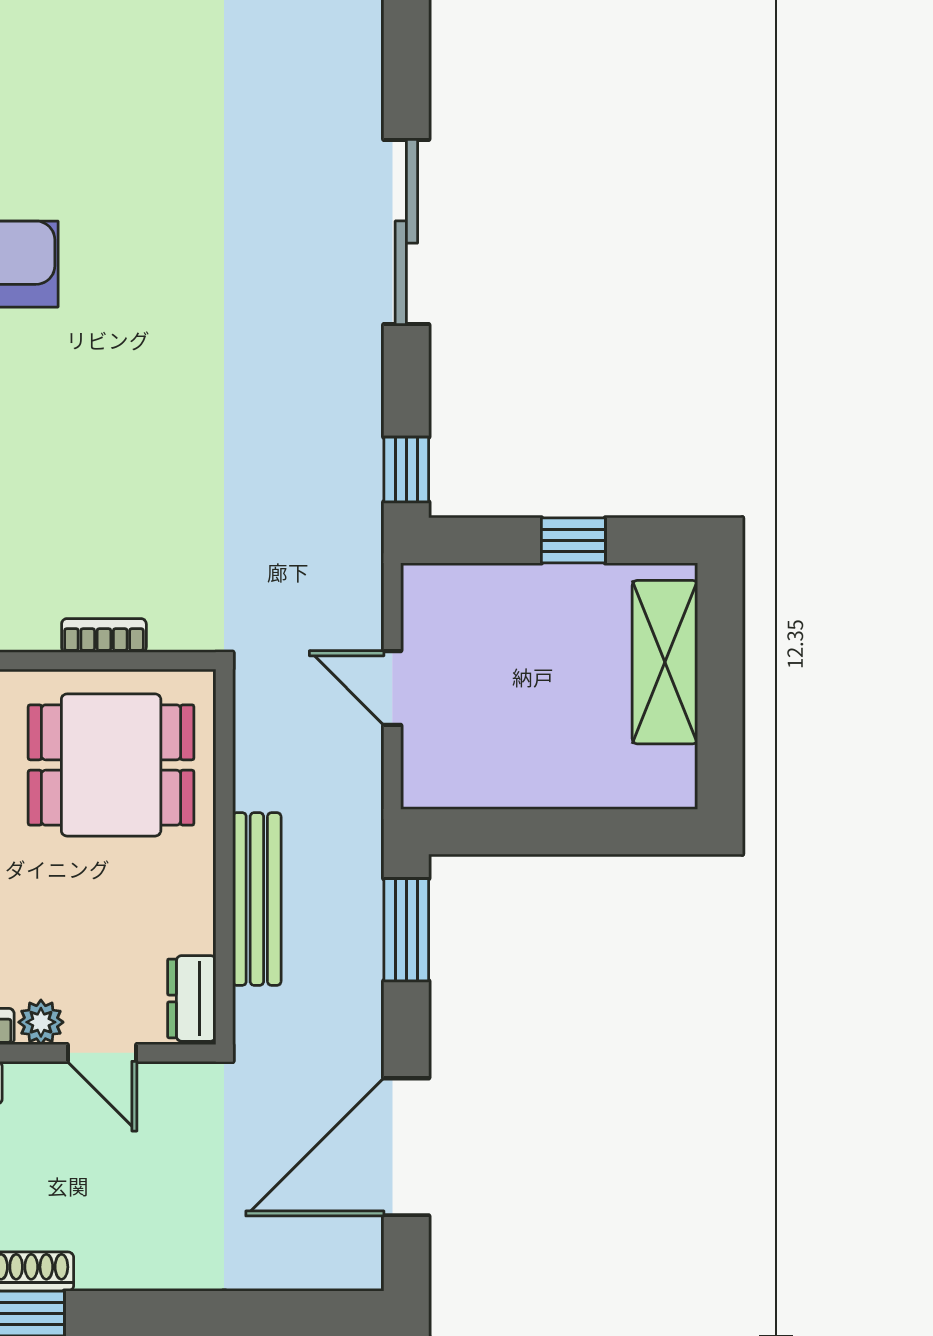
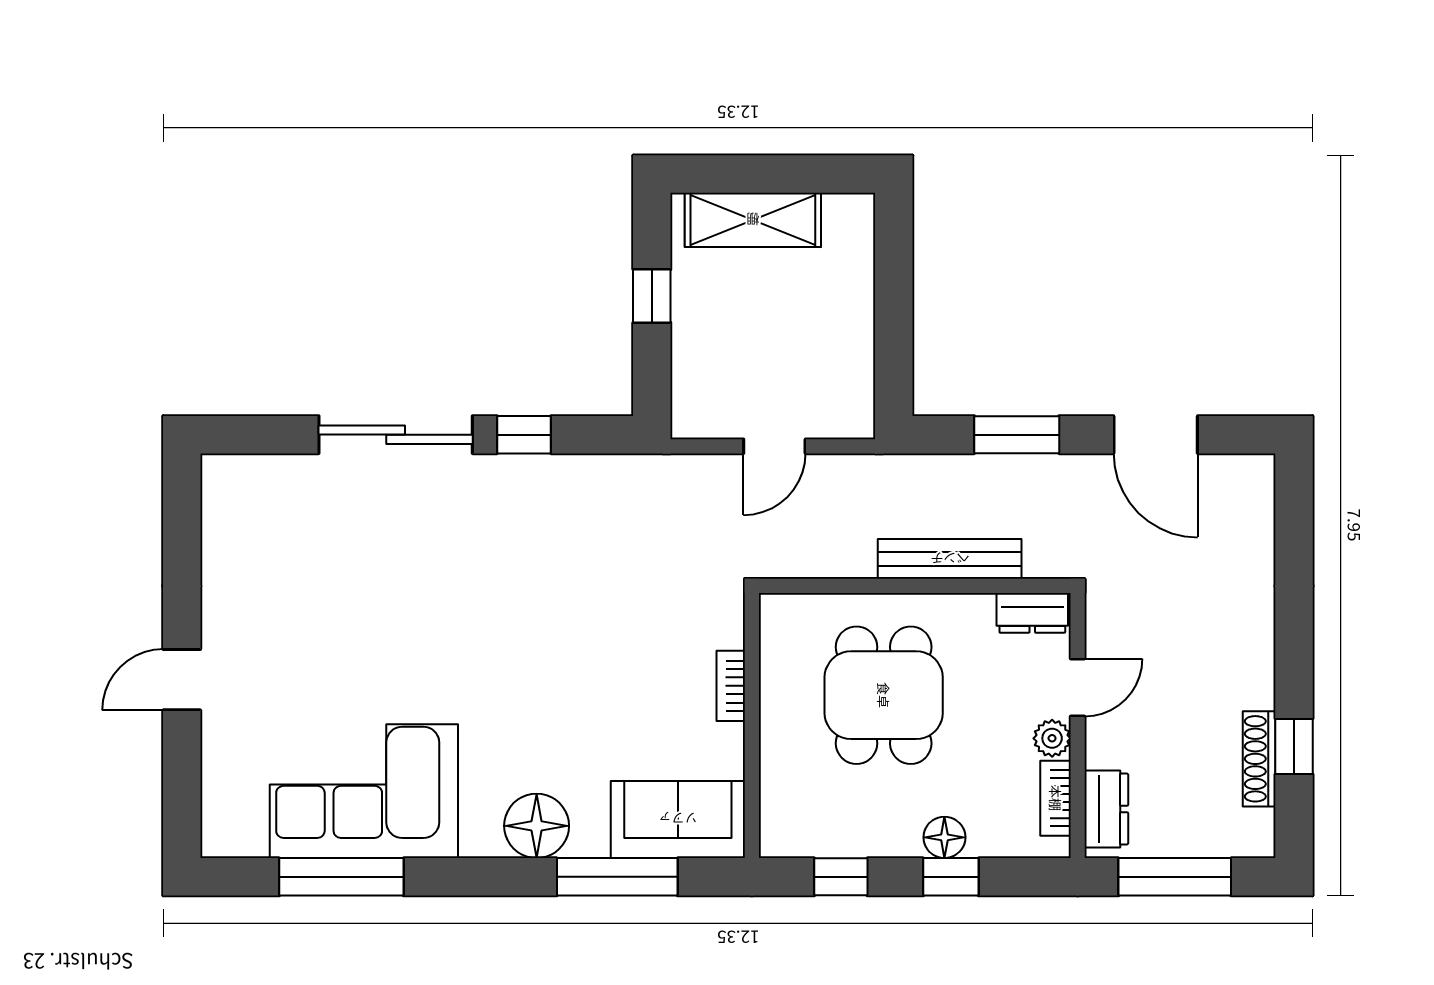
window: (406, 469) -> (524, 435), moved
dining table: (111, 765) -> (884, 695), moved
window: (406, 930) -> (1017, 435), moved
door: (406, 1147) -> (1156, 435), width x0.73

